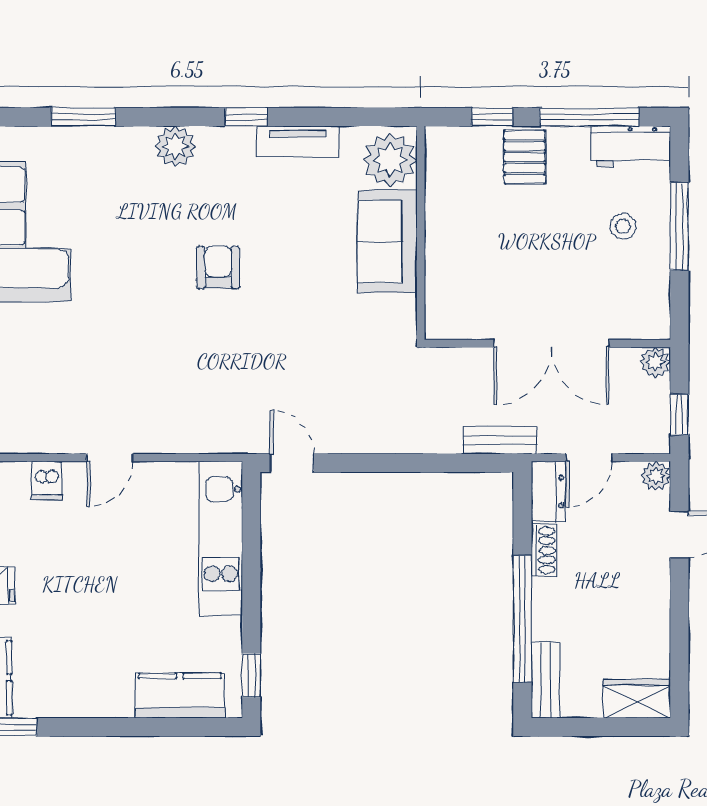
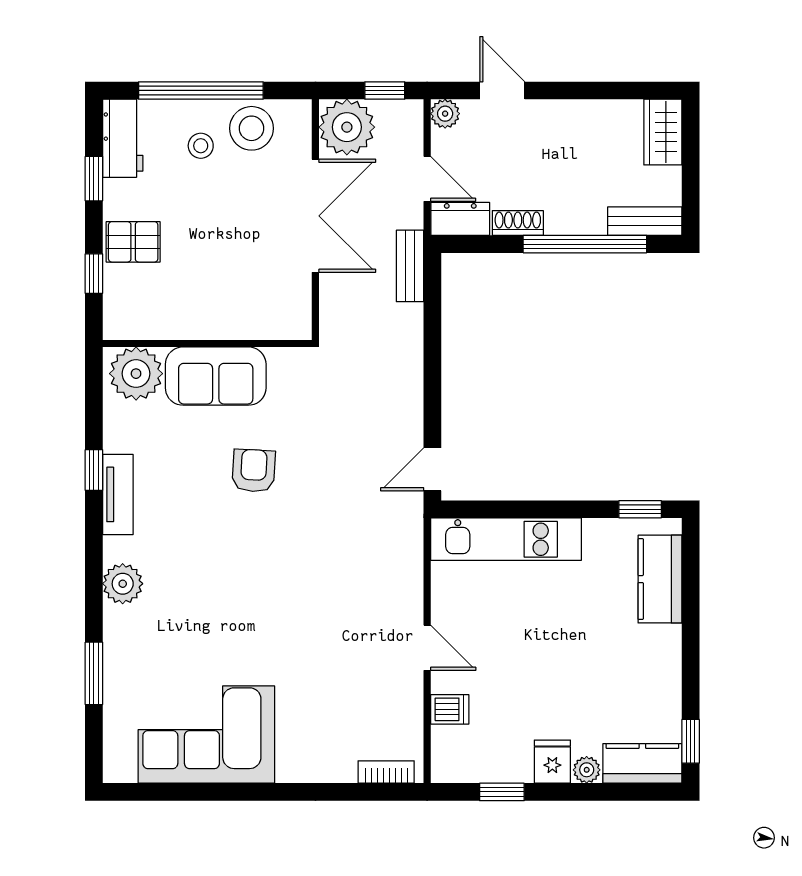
window: (246, 117) -> (94, 470), moved
window: (589, 117) -> (94, 179), width x0.46
tv unit: (298, 141) -> (118, 494), moved
window: (679, 226) -> (201, 90), width x1.46
armchair: (218, 268) -> (254, 471), moved, turned 93
stool: (641, 278) -> (252, 128), added
plant: (655, 362) -> (347, 127), width x1.88, depth x1.88

